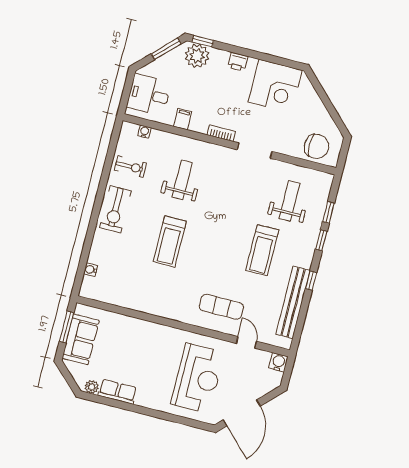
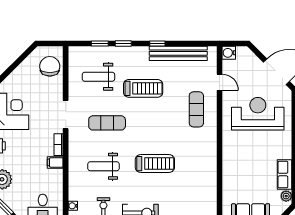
filing cabinet: (183, 119) -> (55, 162), moved
exercise mat: (232, 197) -> (107, 123), added
door: (246, 342) -> (219, 82), swing flipped

